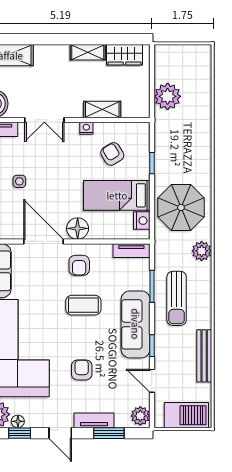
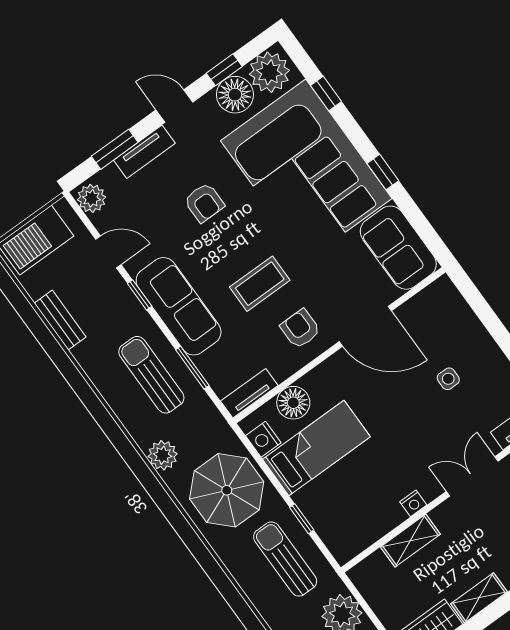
sun lounger: (176, 148) -> (285, 559), added
armchair: (112, 154) -> (359, 495), removed
floor lamp: (78, 228) -> (293, 403), moved
bench: (204, 356) -> (60, 320), width x0.73
floor lamp: (18, 421) -> (235, 95), width x1.89, depth x1.89

